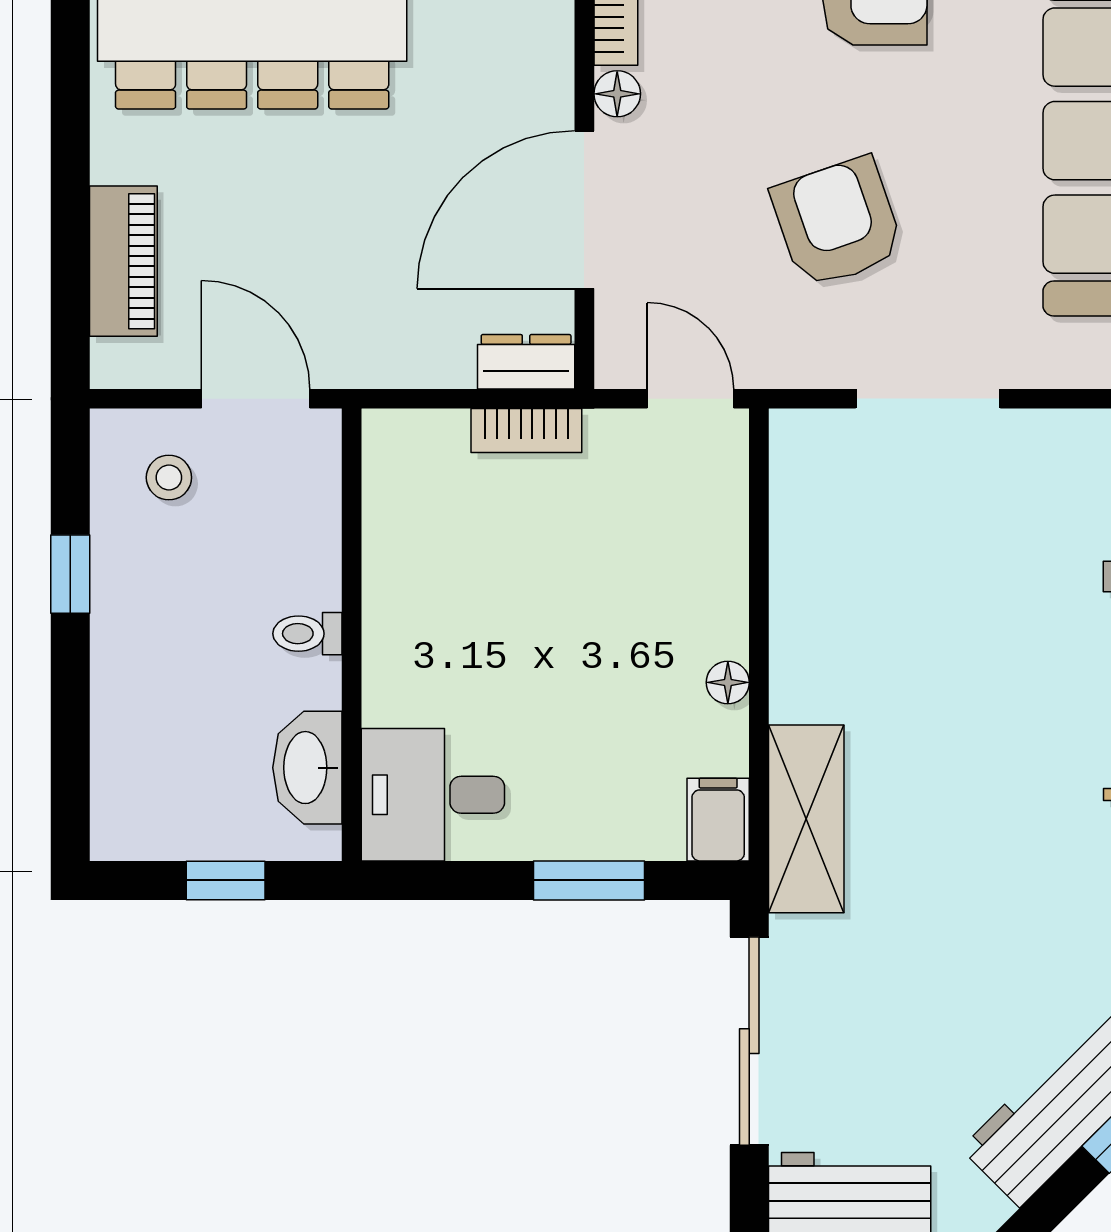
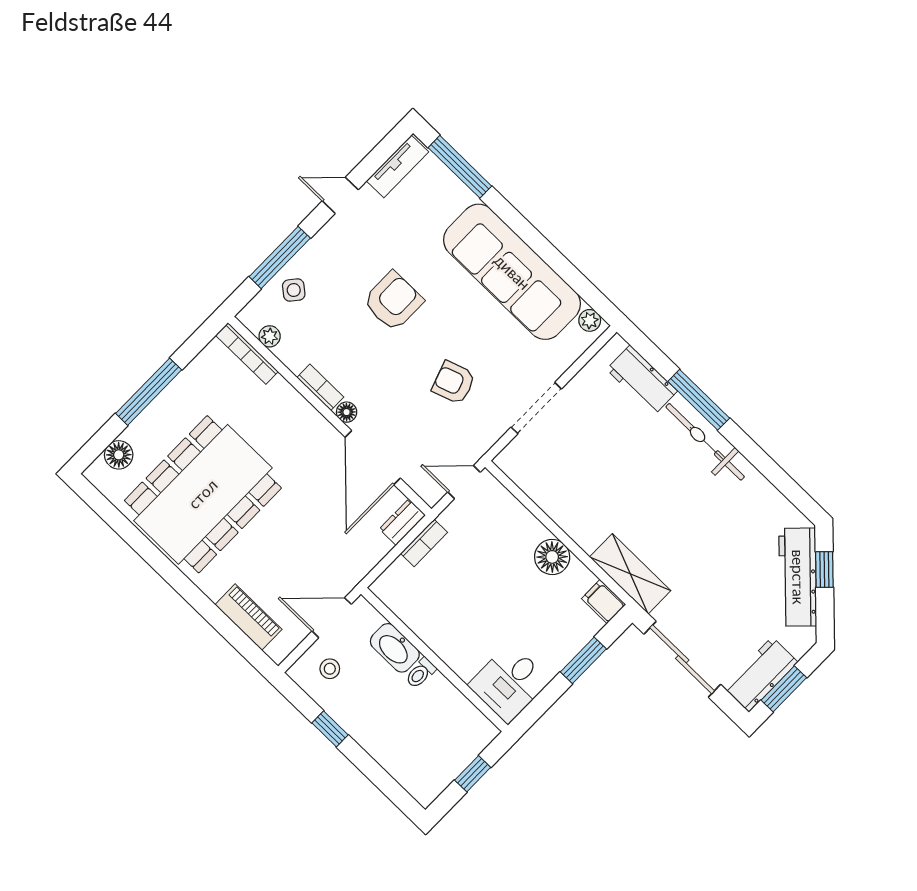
armchair: (837, 222) -> (454, 383), width x0.72, depth x0.72
floor lamp: (728, 682) -> (552, 557), width x1.89, depth x1.89
washbasin: (307, 768) -> (395, 648), moved

